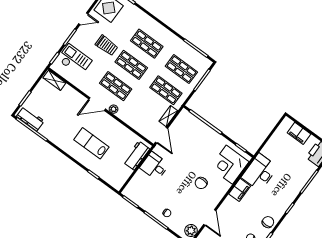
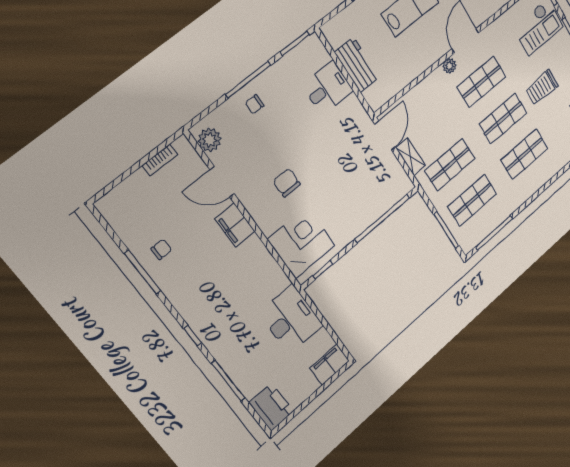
filing cabinet: (299, 133) -> (330, 365), moved
door: (162, 135) -> (385, 135), swing flipped
workbench: (136, 156) -> (357, 65), moved
desk: (154, 166) -> (328, 88), moved
desk: (260, 172) -> (291, 319), moved
filing cabinet: (240, 190) -> (235, 225), moved
chair: (268, 222) -> (180, 289), removed

